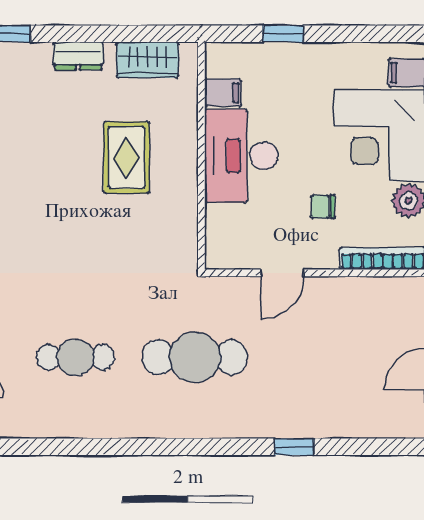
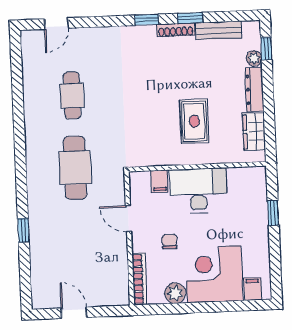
plant: (27, 55) -> (254, 58), added
dresser: (78, 56) -> (255, 89), width x1.44
filing cabinet: (223, 93) -> (160, 181), moved
rug: (126, 157) -> (194, 121), turned 90

